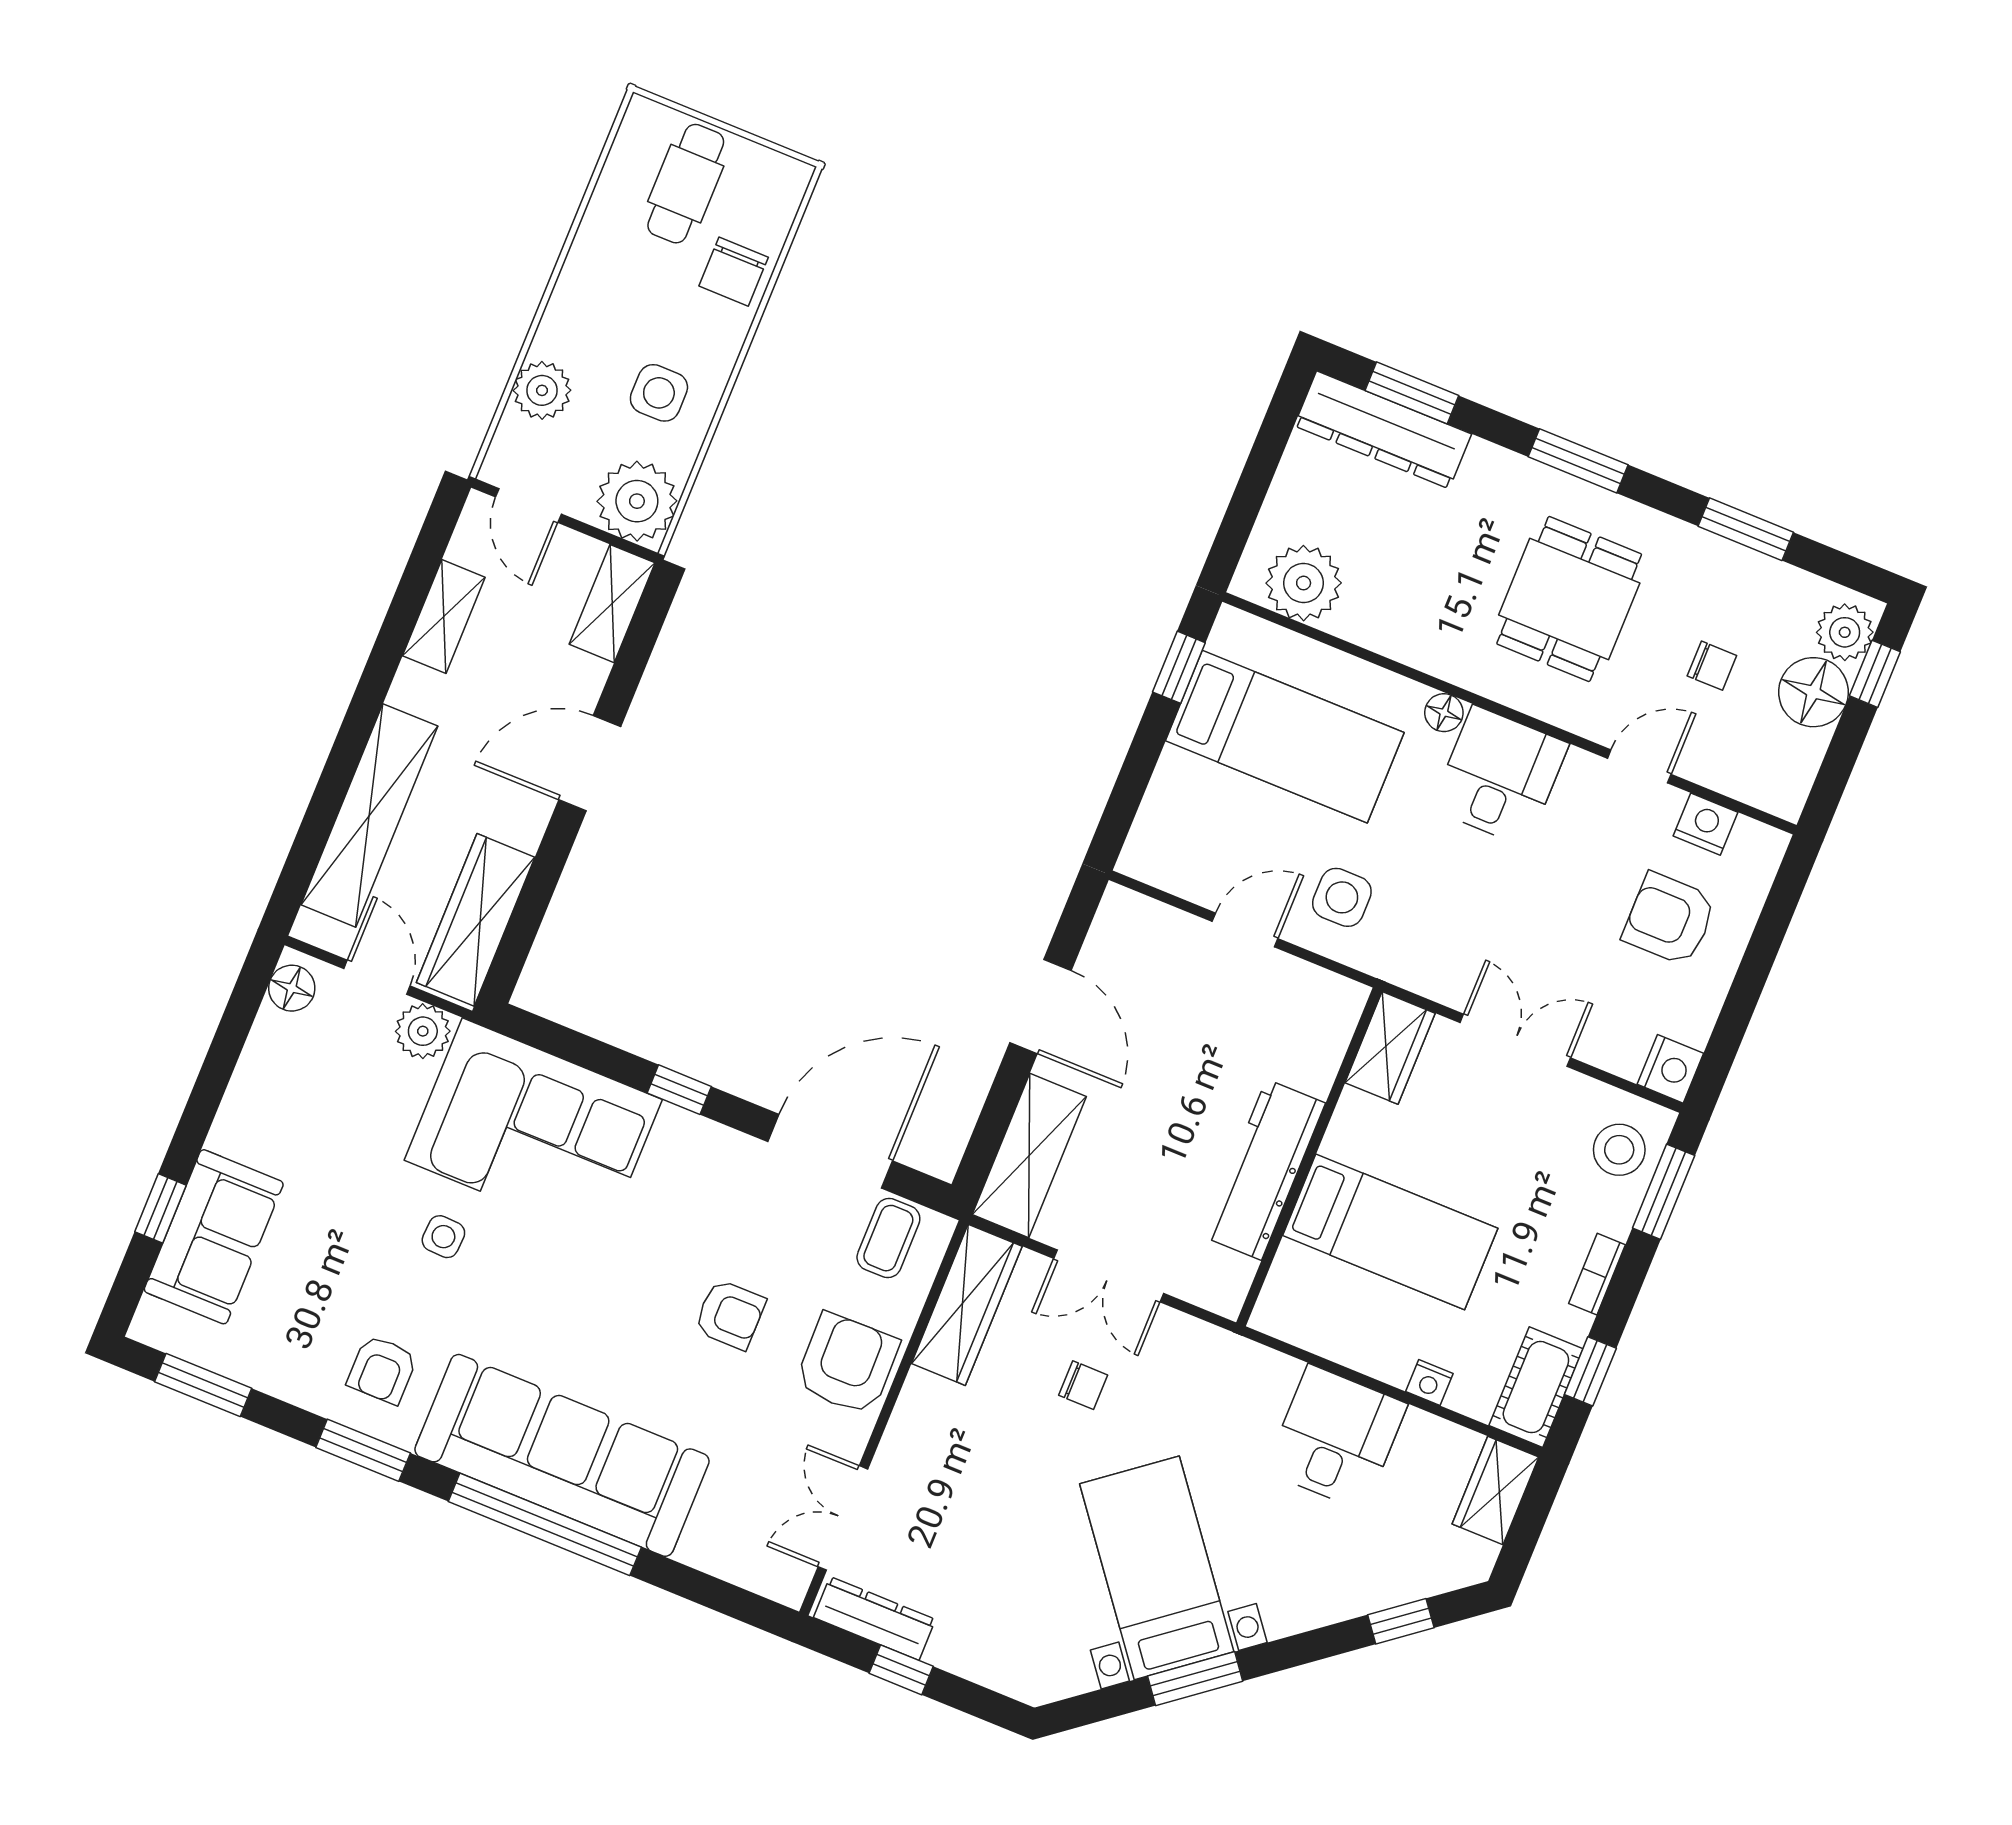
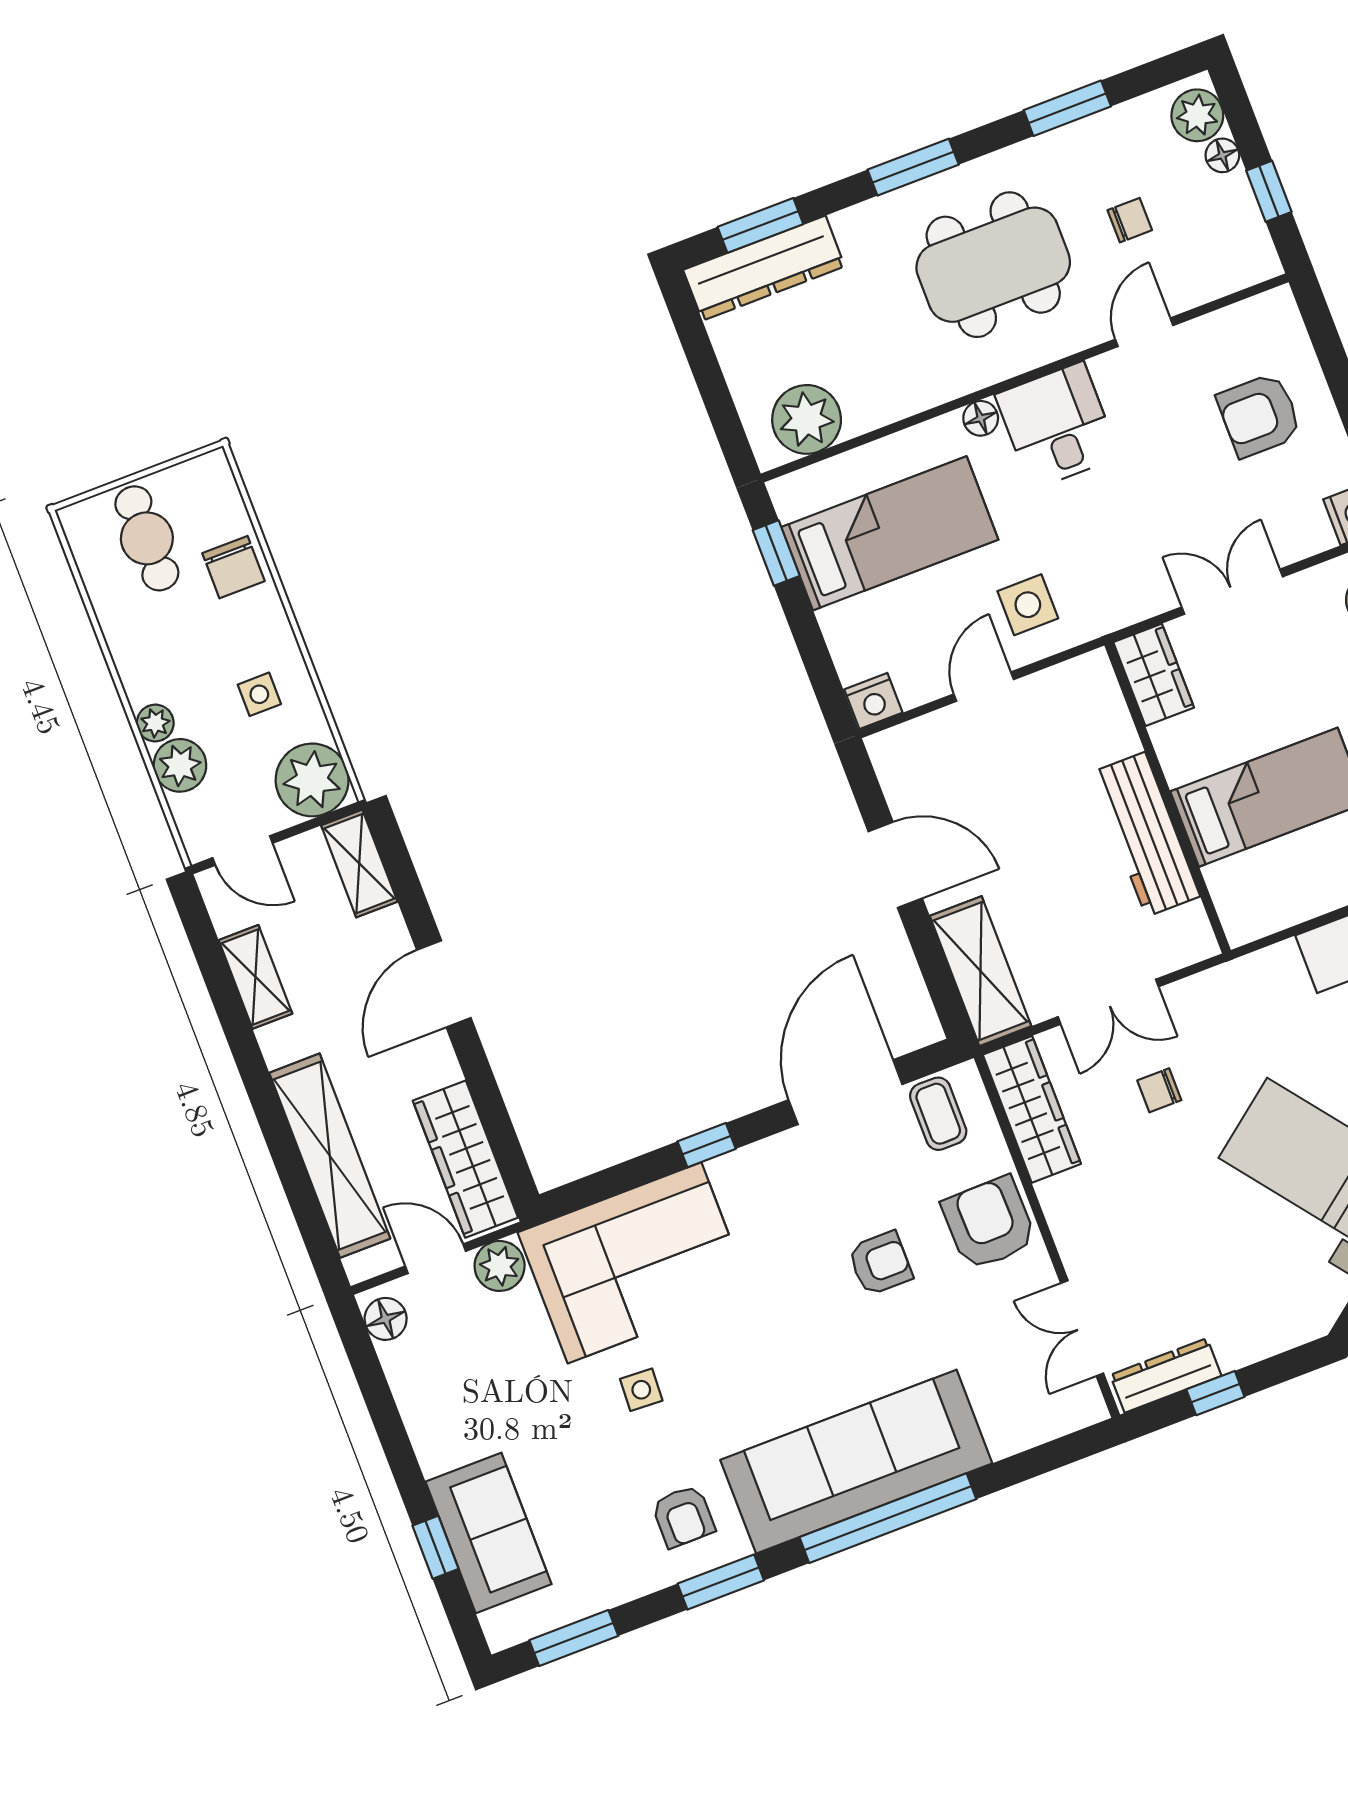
plant: (554, 338) -> (155, 723), added
side table: (659, 393) -> (259, 694), width x0.73, depth x0.73
dining table: (1569, 599) -> (993, 265), width x1.38
window: (1875, 674) -> (1269, 191), moved
floor lamp: (1813, 692) -> (1222, 155), width x0.53, depth x0.53
nightstand: (1706, 824) -> (873, 701), moved, turned 180
chair: (1083, 1385) -> (1159, 1090), turned 180

